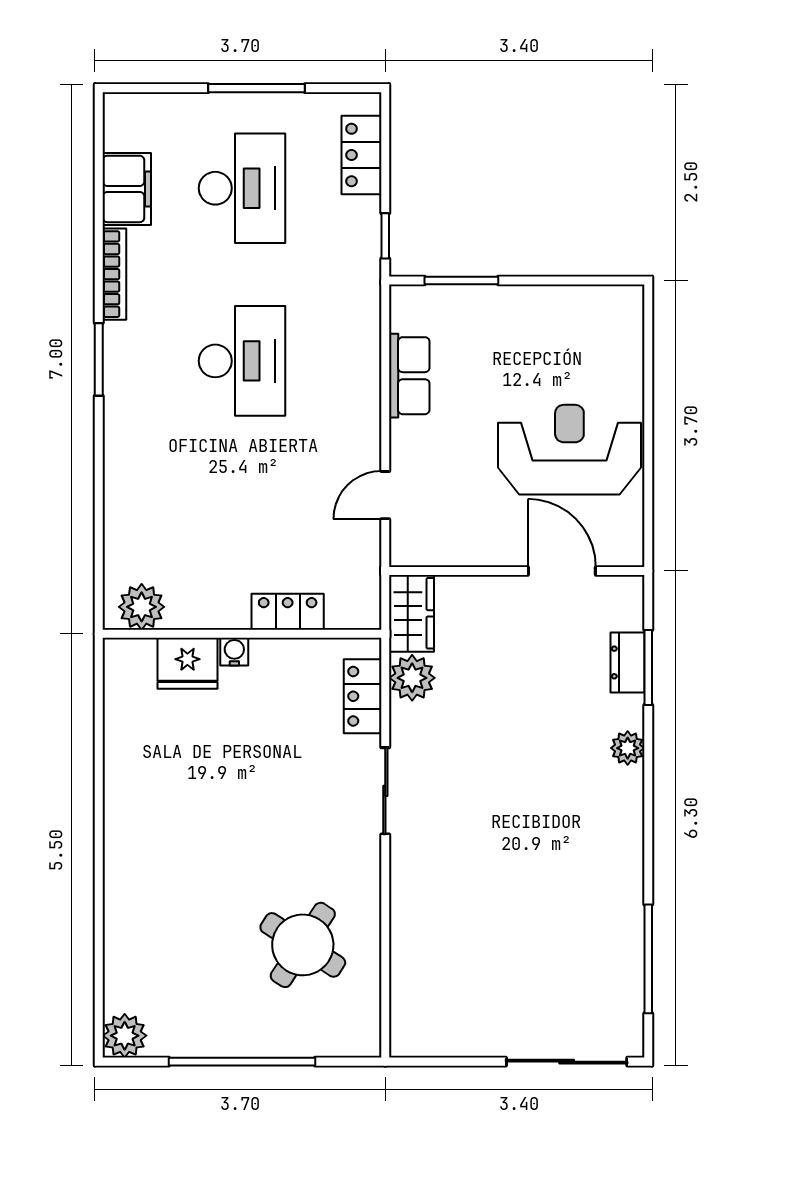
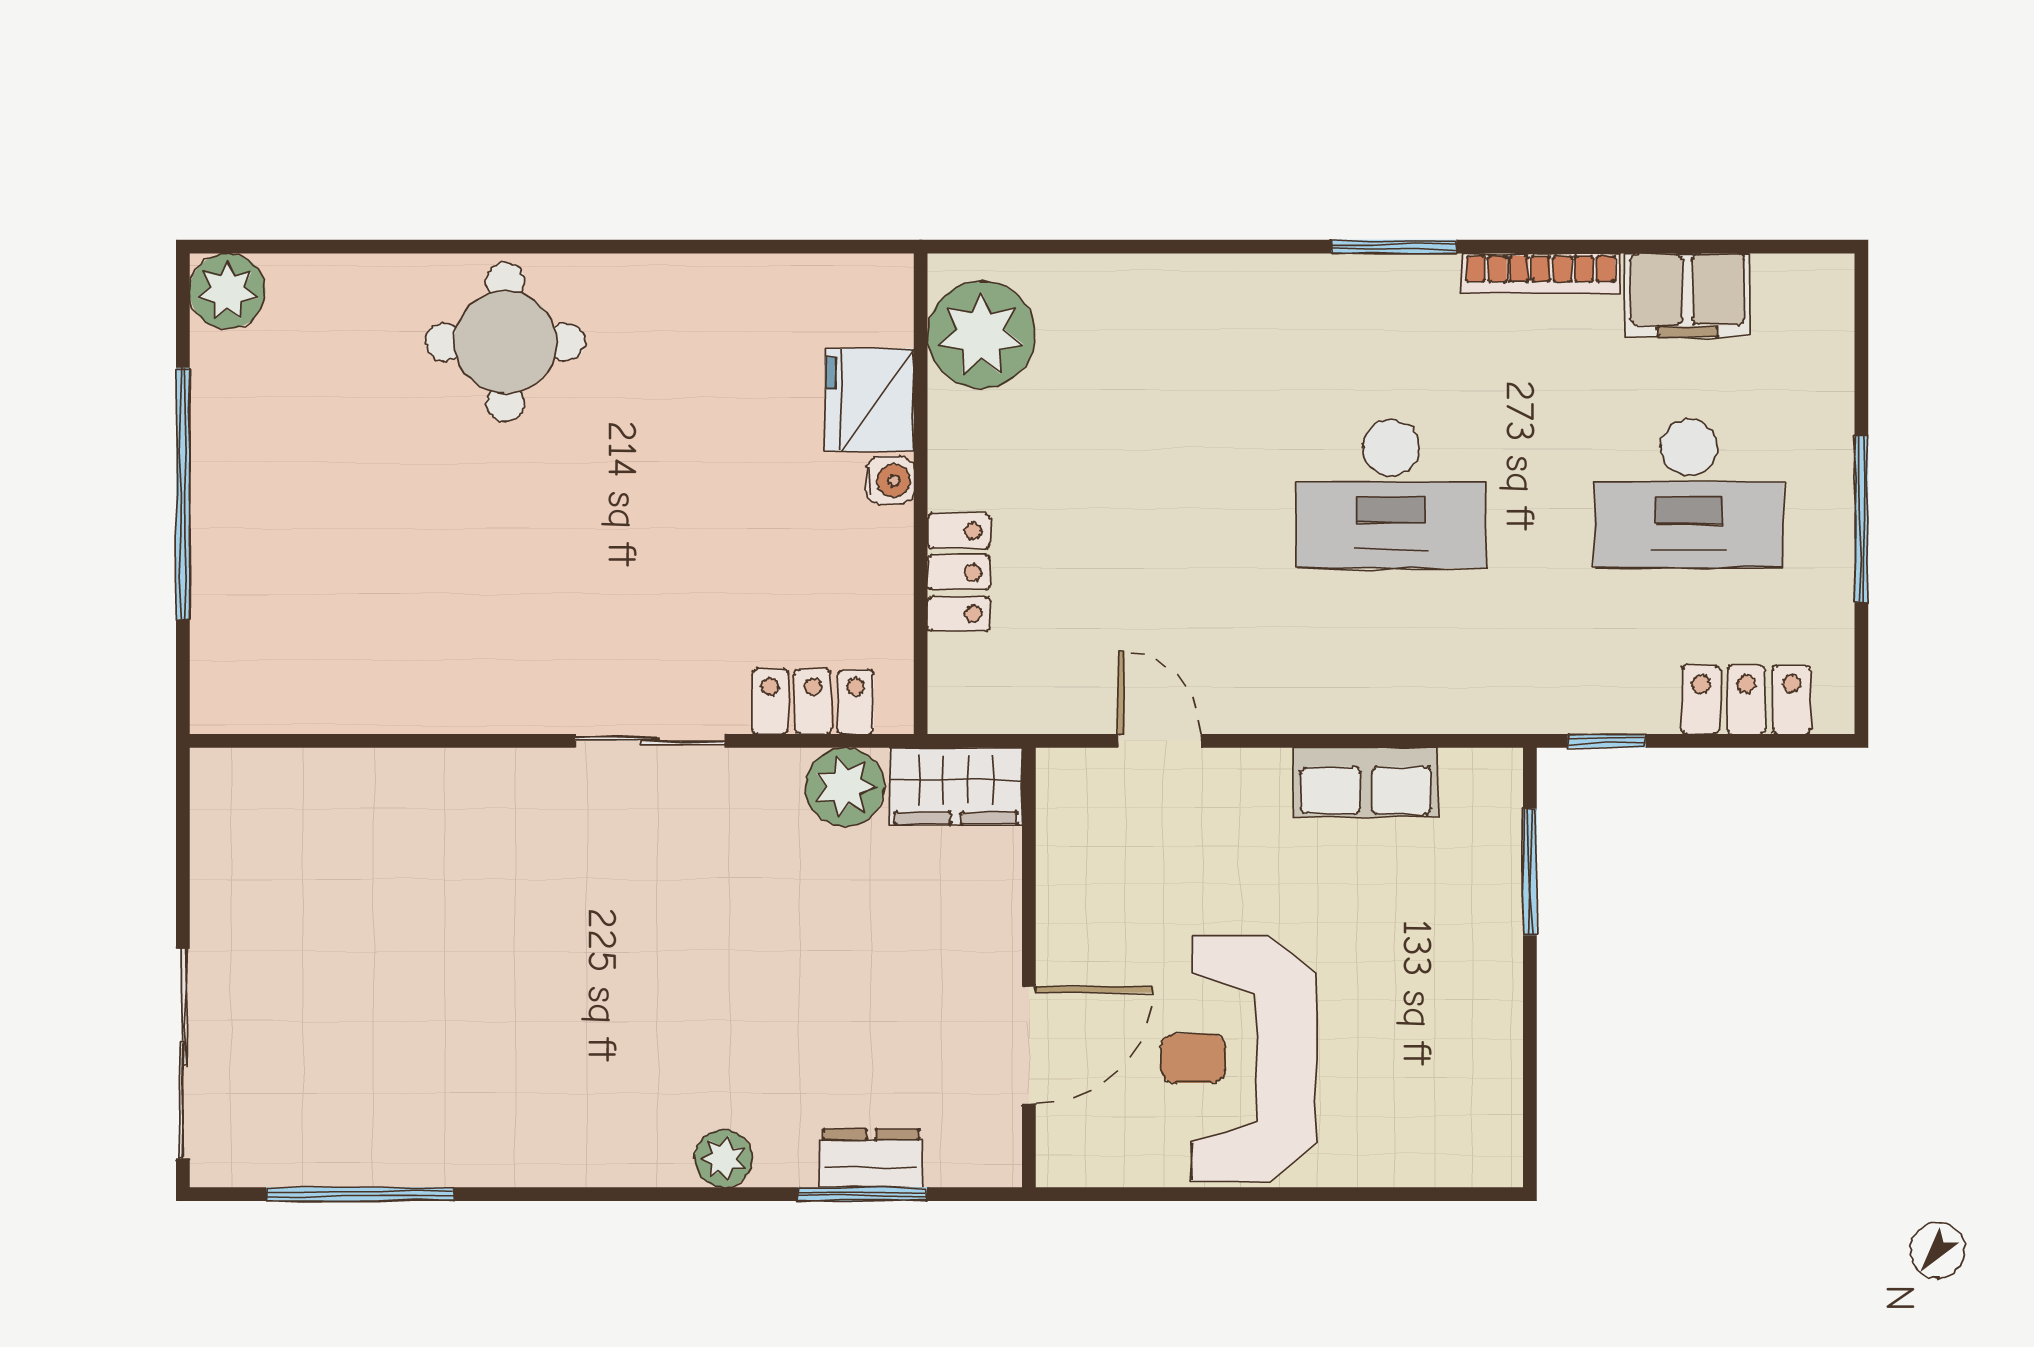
reception desk: (569, 450) -> (1238, 1058), turned 180
plant: (142, 607) -> (981, 335), width x1.36, depth x1.36
round table: (303, 945) -> (505, 342), moved, turned -33

